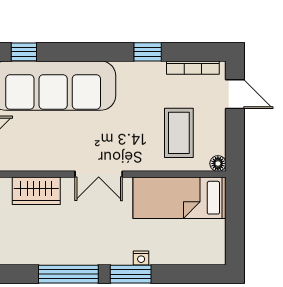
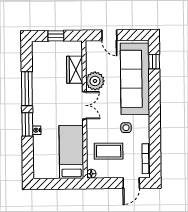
window: (148, 52) -> (155, 133), removed
side table: (138, 102) -> (126, 128), added
plant: (56, 155) -> (95, 81), added
double door: (99, 174) -> (84, 105), swing flipped

